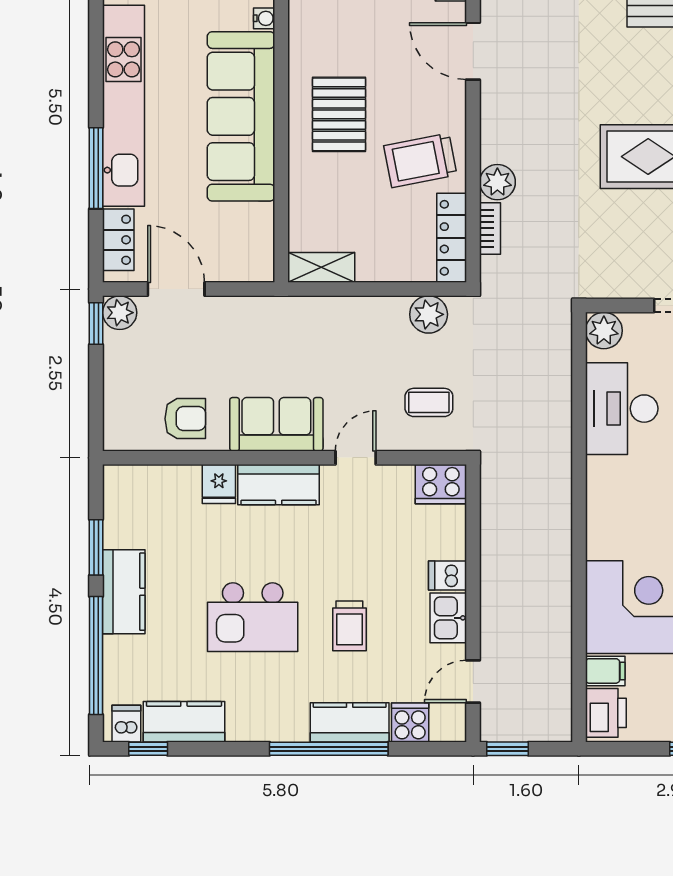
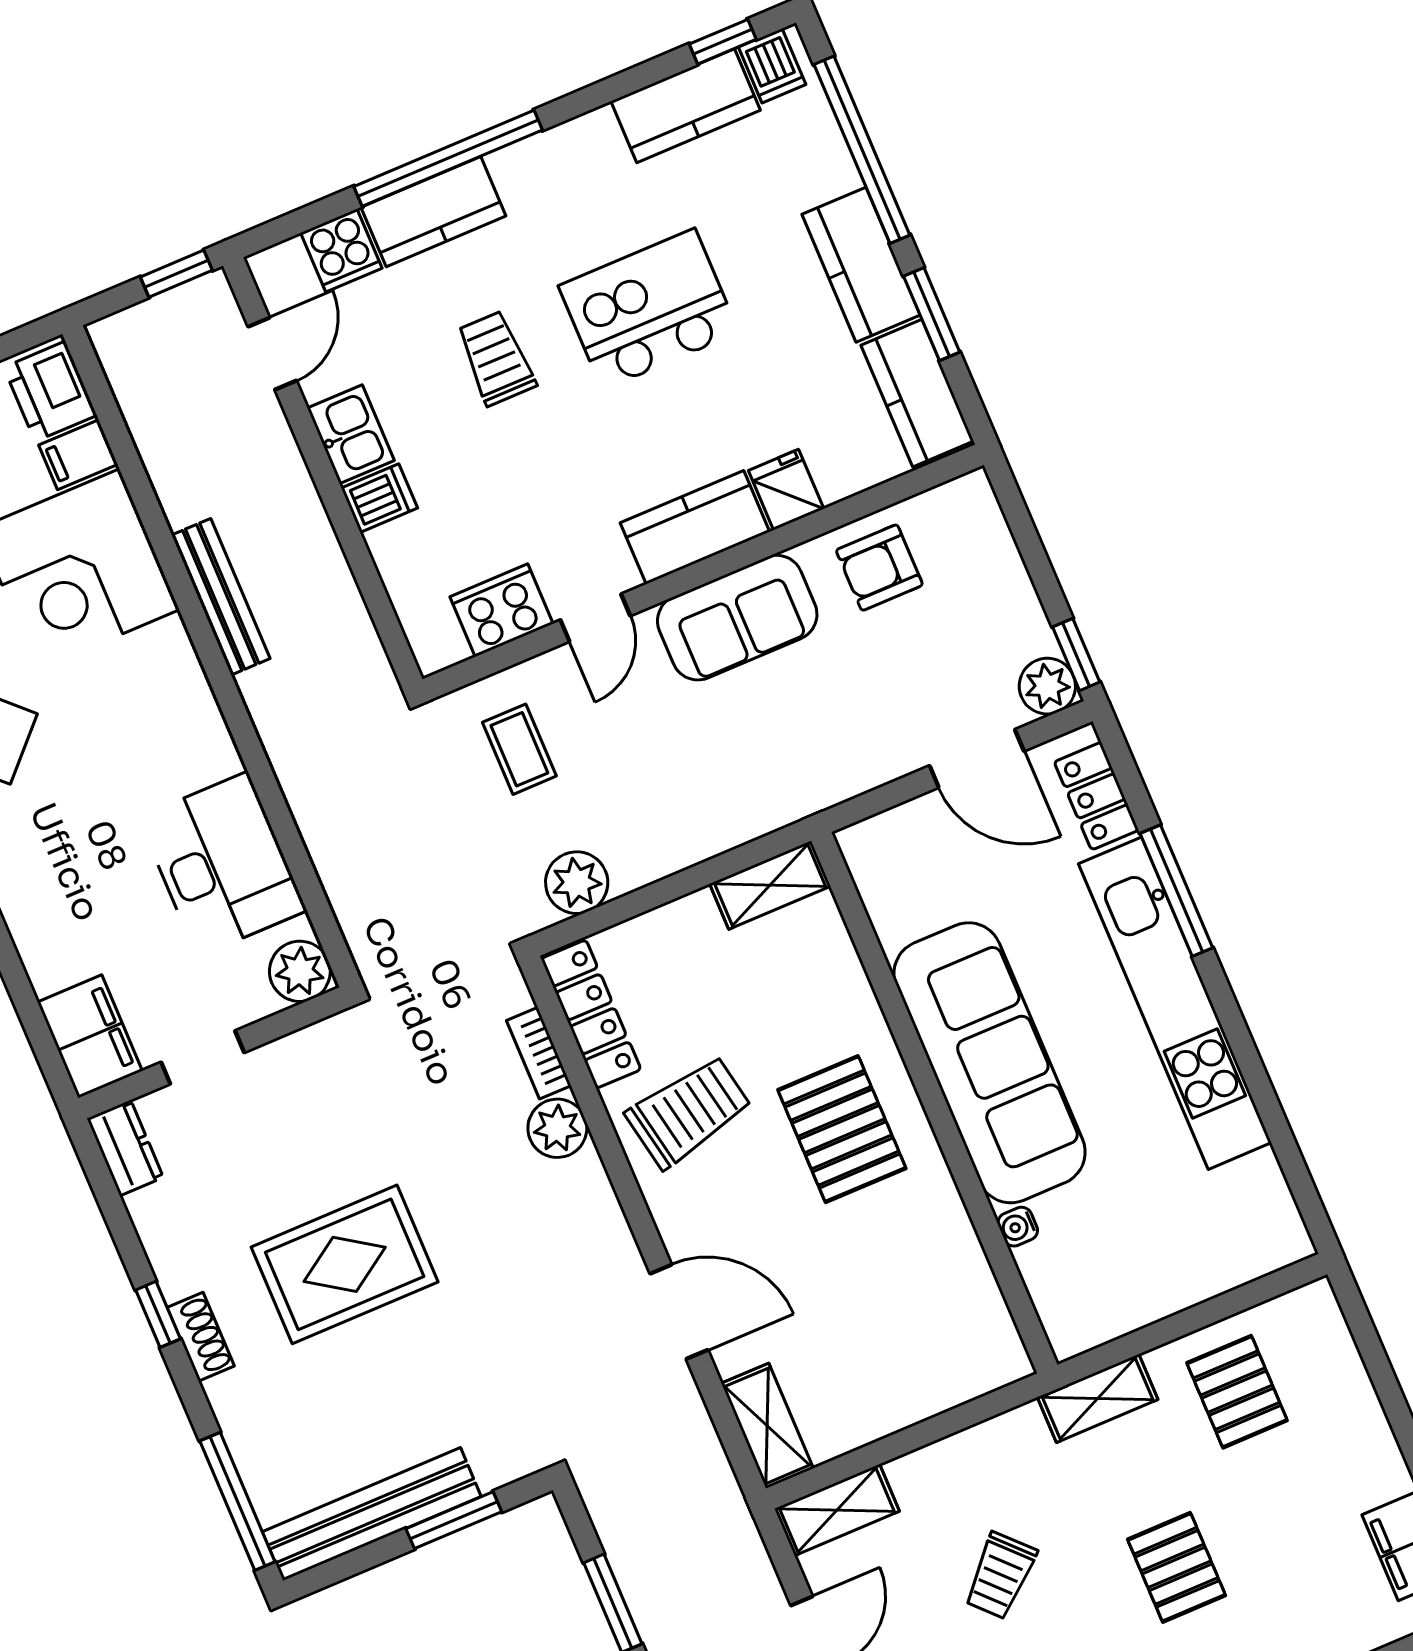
coffee table: (429, 402) -> (519, 749), turned 90
cooker: (441, 484) -> (501, 610), moved
kitchen counter: (123, 507) -> (917, 393), added
bench: (559, 558) -> (221, 597), added

